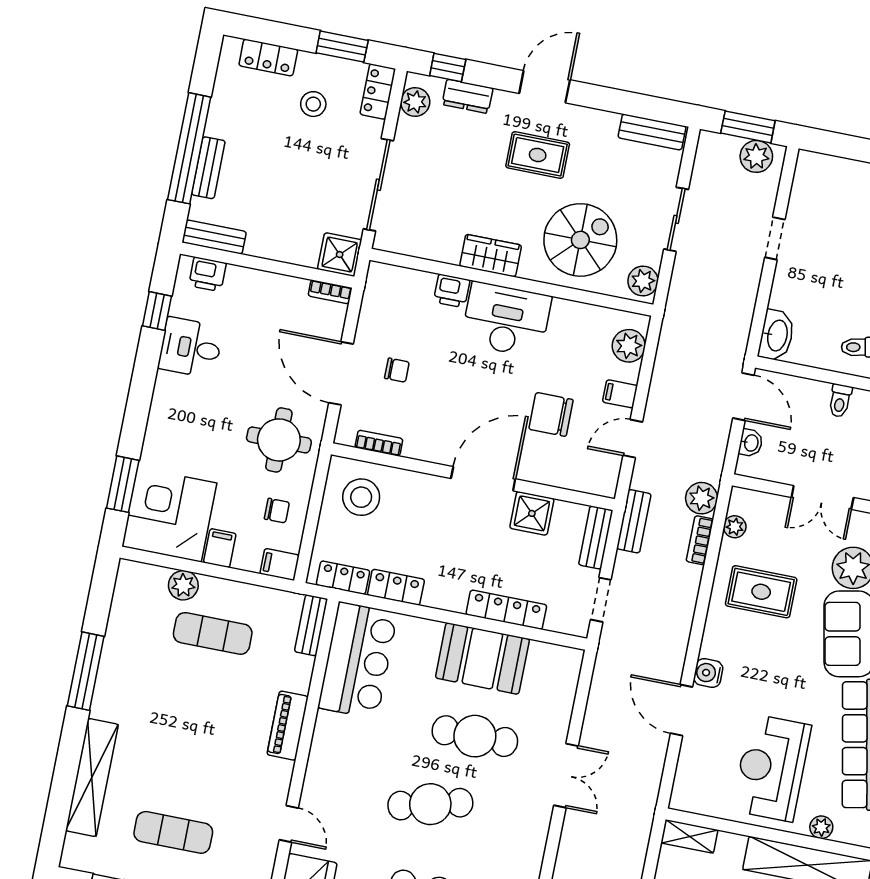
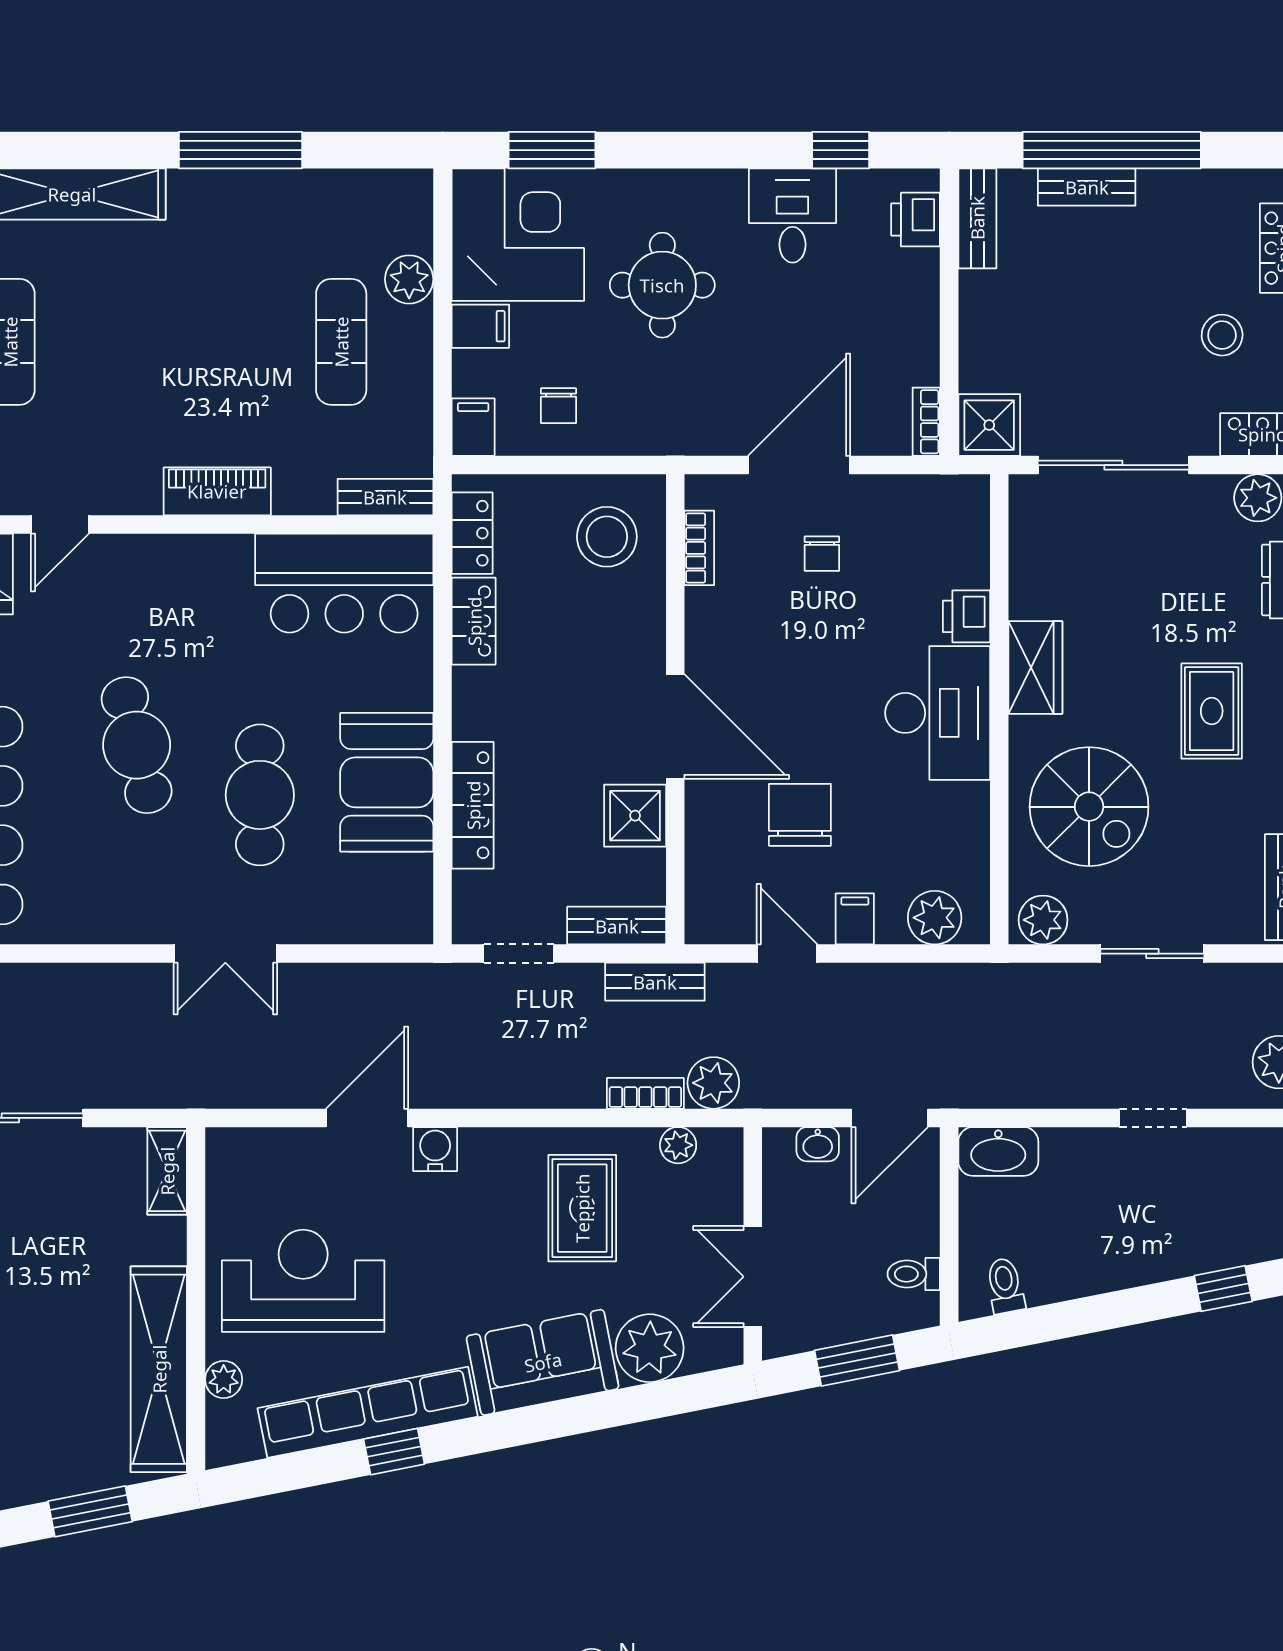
round table: (279, 440) -> (662, 285), moved

